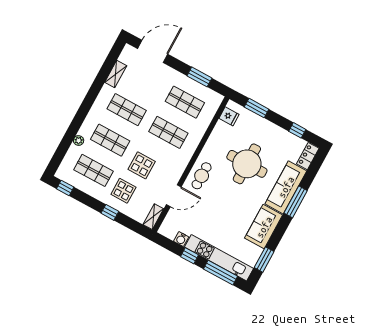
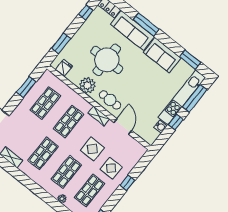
plant: (214, 147) -> (87, 85), added
shelving: (153, 217) -> (99, 116), moved

